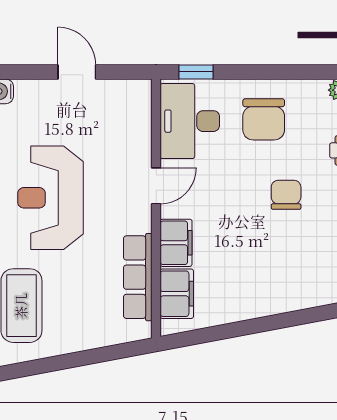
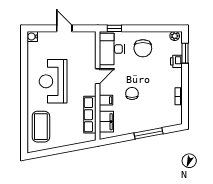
chair: (286, 195) -> (132, 93), moved
filing cabinet: (176, 243) -> (106, 100), width x0.50
window: (277, 322) -> (148, 133), added

